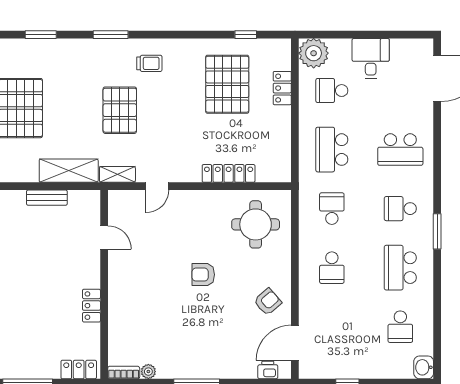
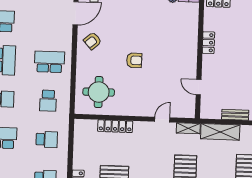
school desk: (332, 150) -> (47, 139), width x0.54
school desk: (332, 268) -> (50, 62), width x1.85

